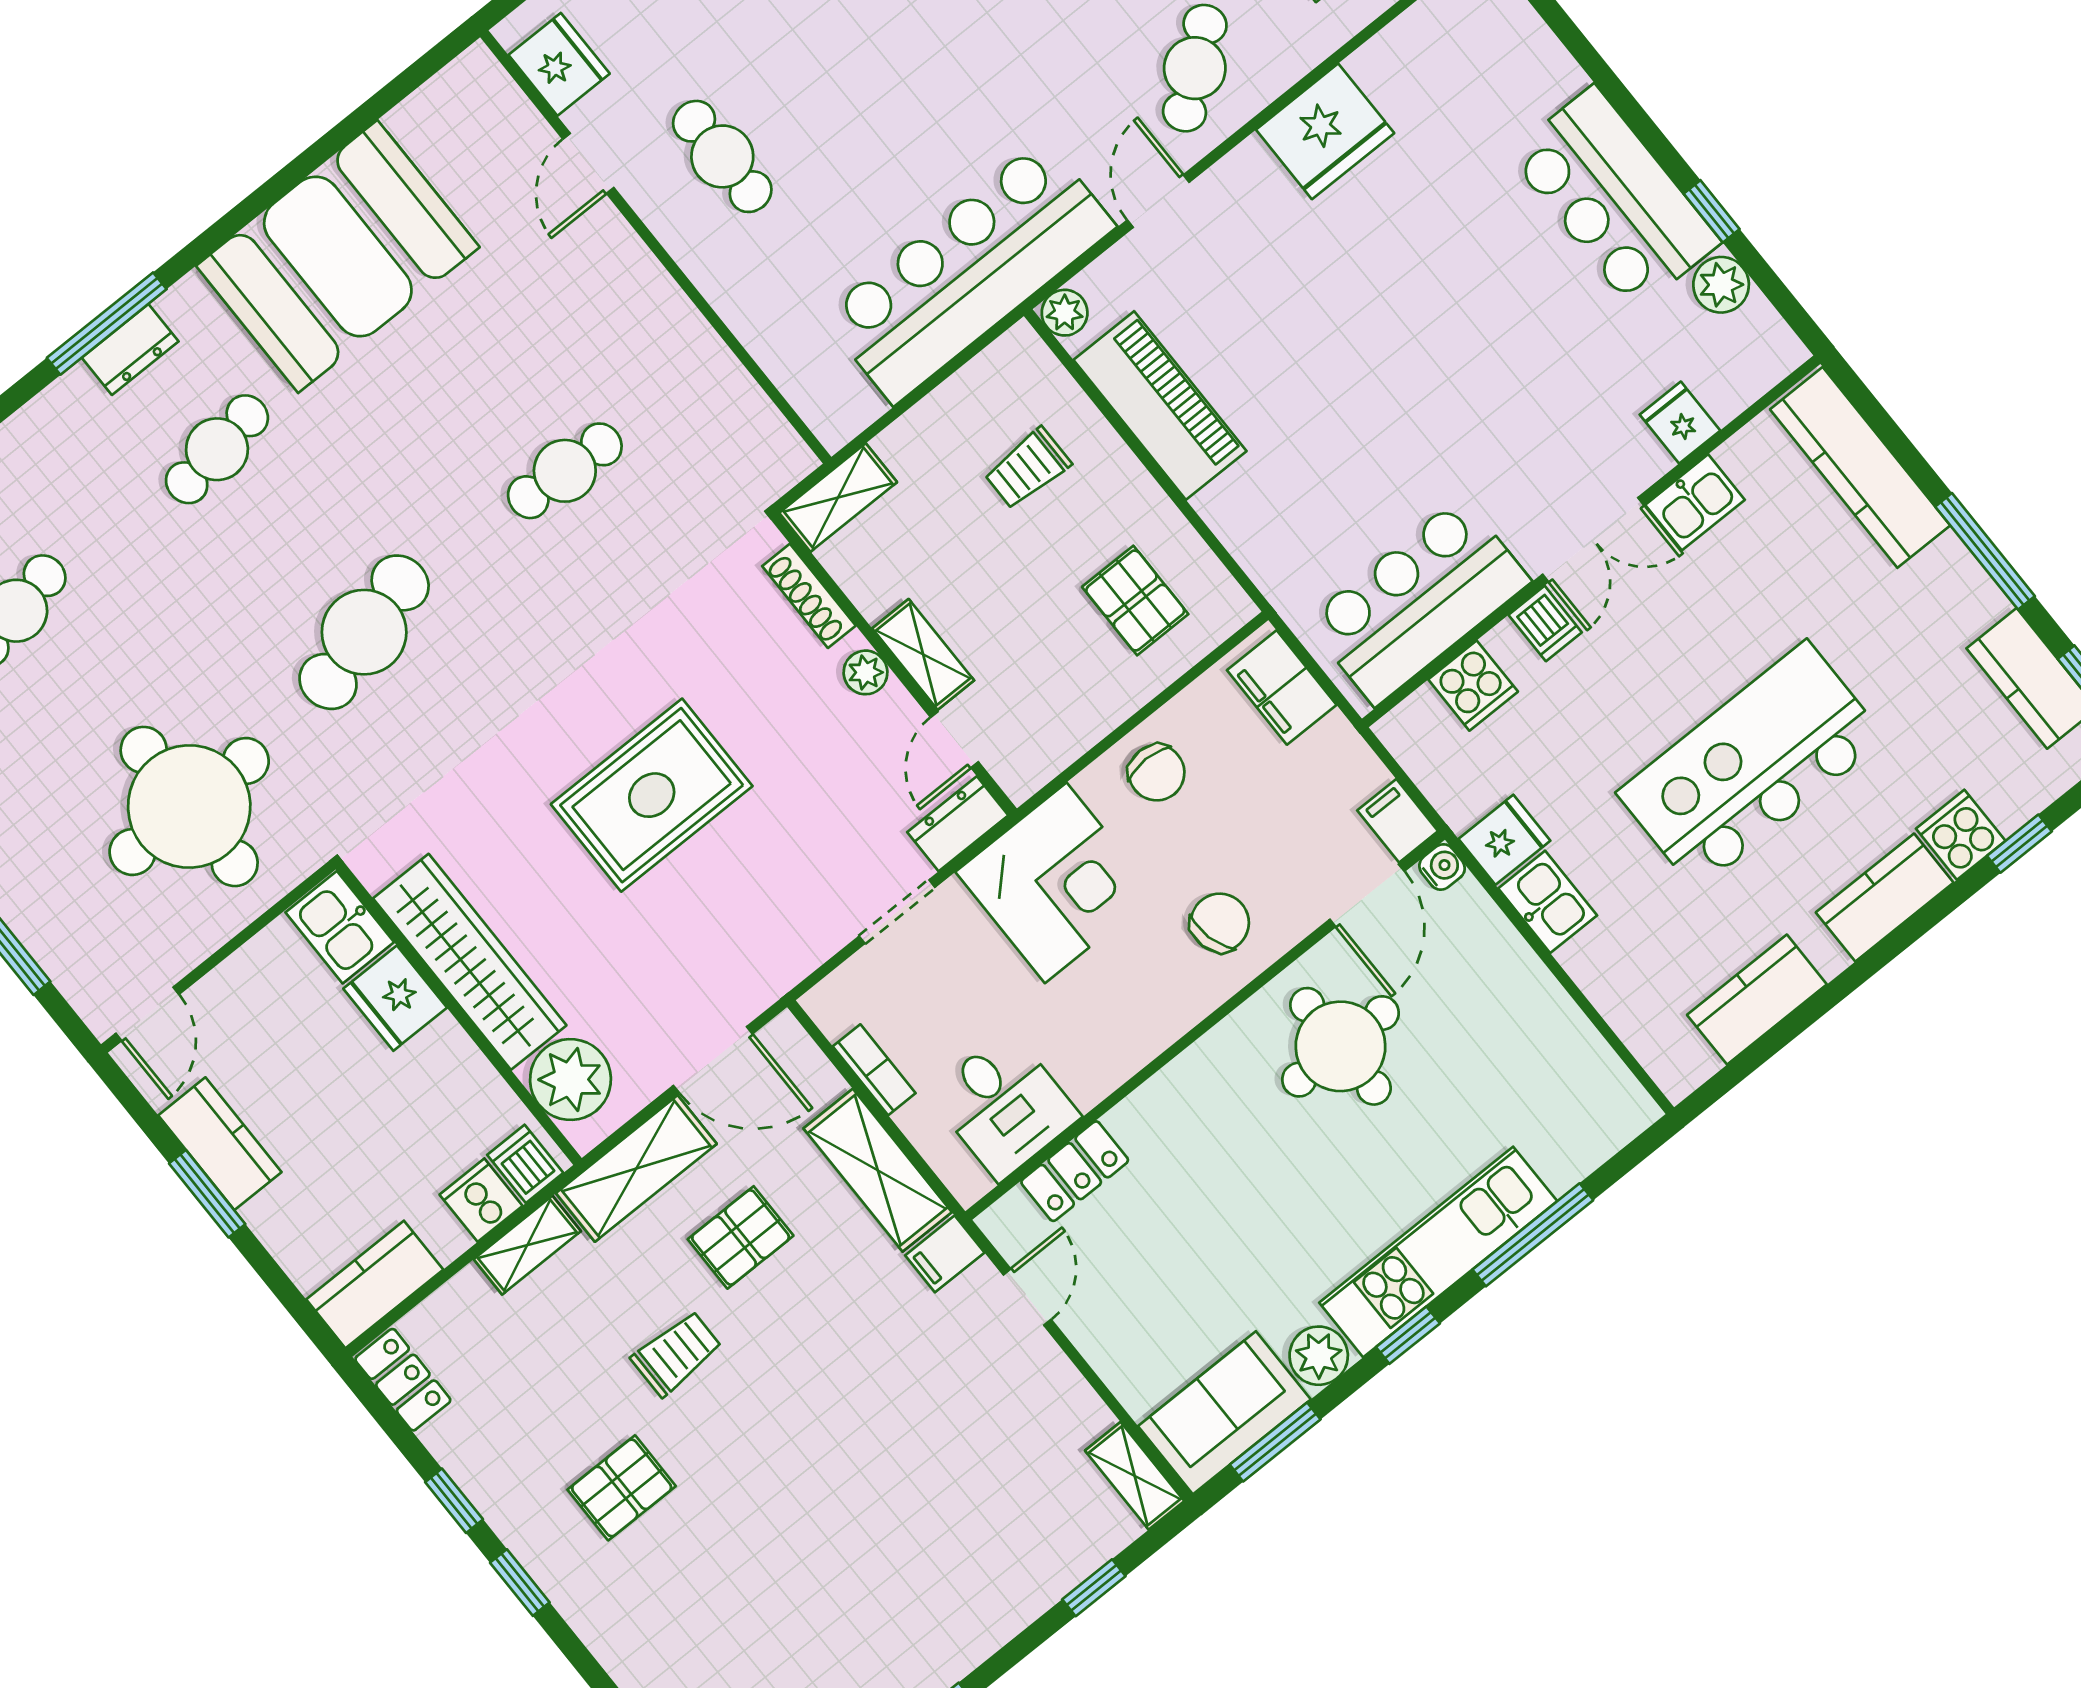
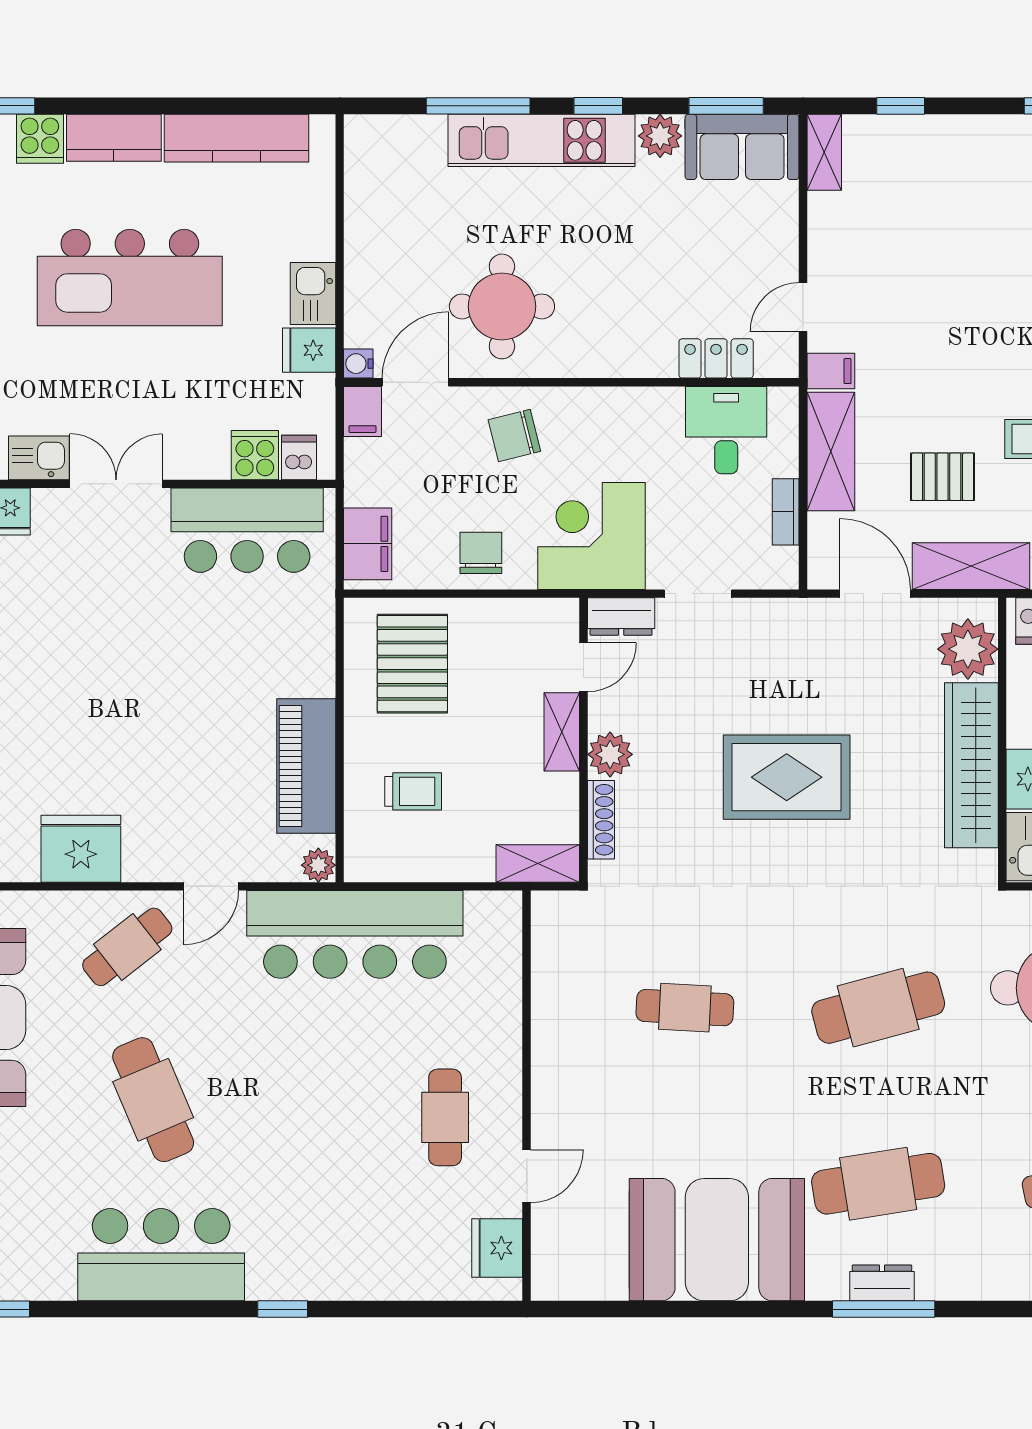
cafe table: (217, 449) -> (878, 1184), width x1.37, depth x1.35
pallet: (1135, 601) -> (412, 664), width x1.50, depth x1.42
dishwasher: (1545, 624) -> (299, 457), moved
plant: (866, 672) -> (610, 754), width x1.38, depth x1.38
kitchen counter: (1757, 1000) -> (237, 138), width x1.50

